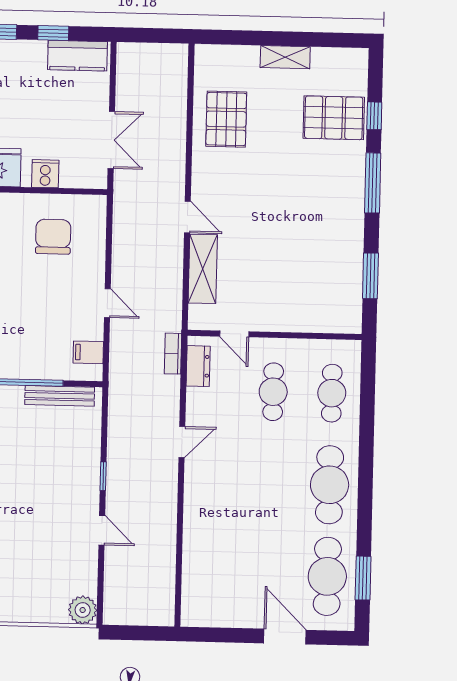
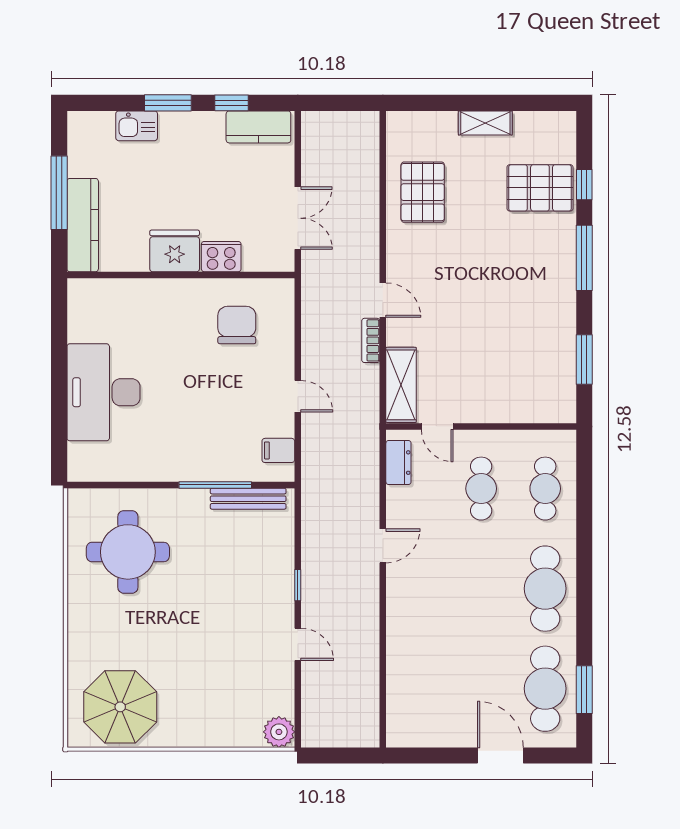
cooker: (45, 174) -> (221, 257), width x1.36
shelving: (203, 269) -> (401, 385), moved
bookcase: (173, 354) -> (371, 340), moved

